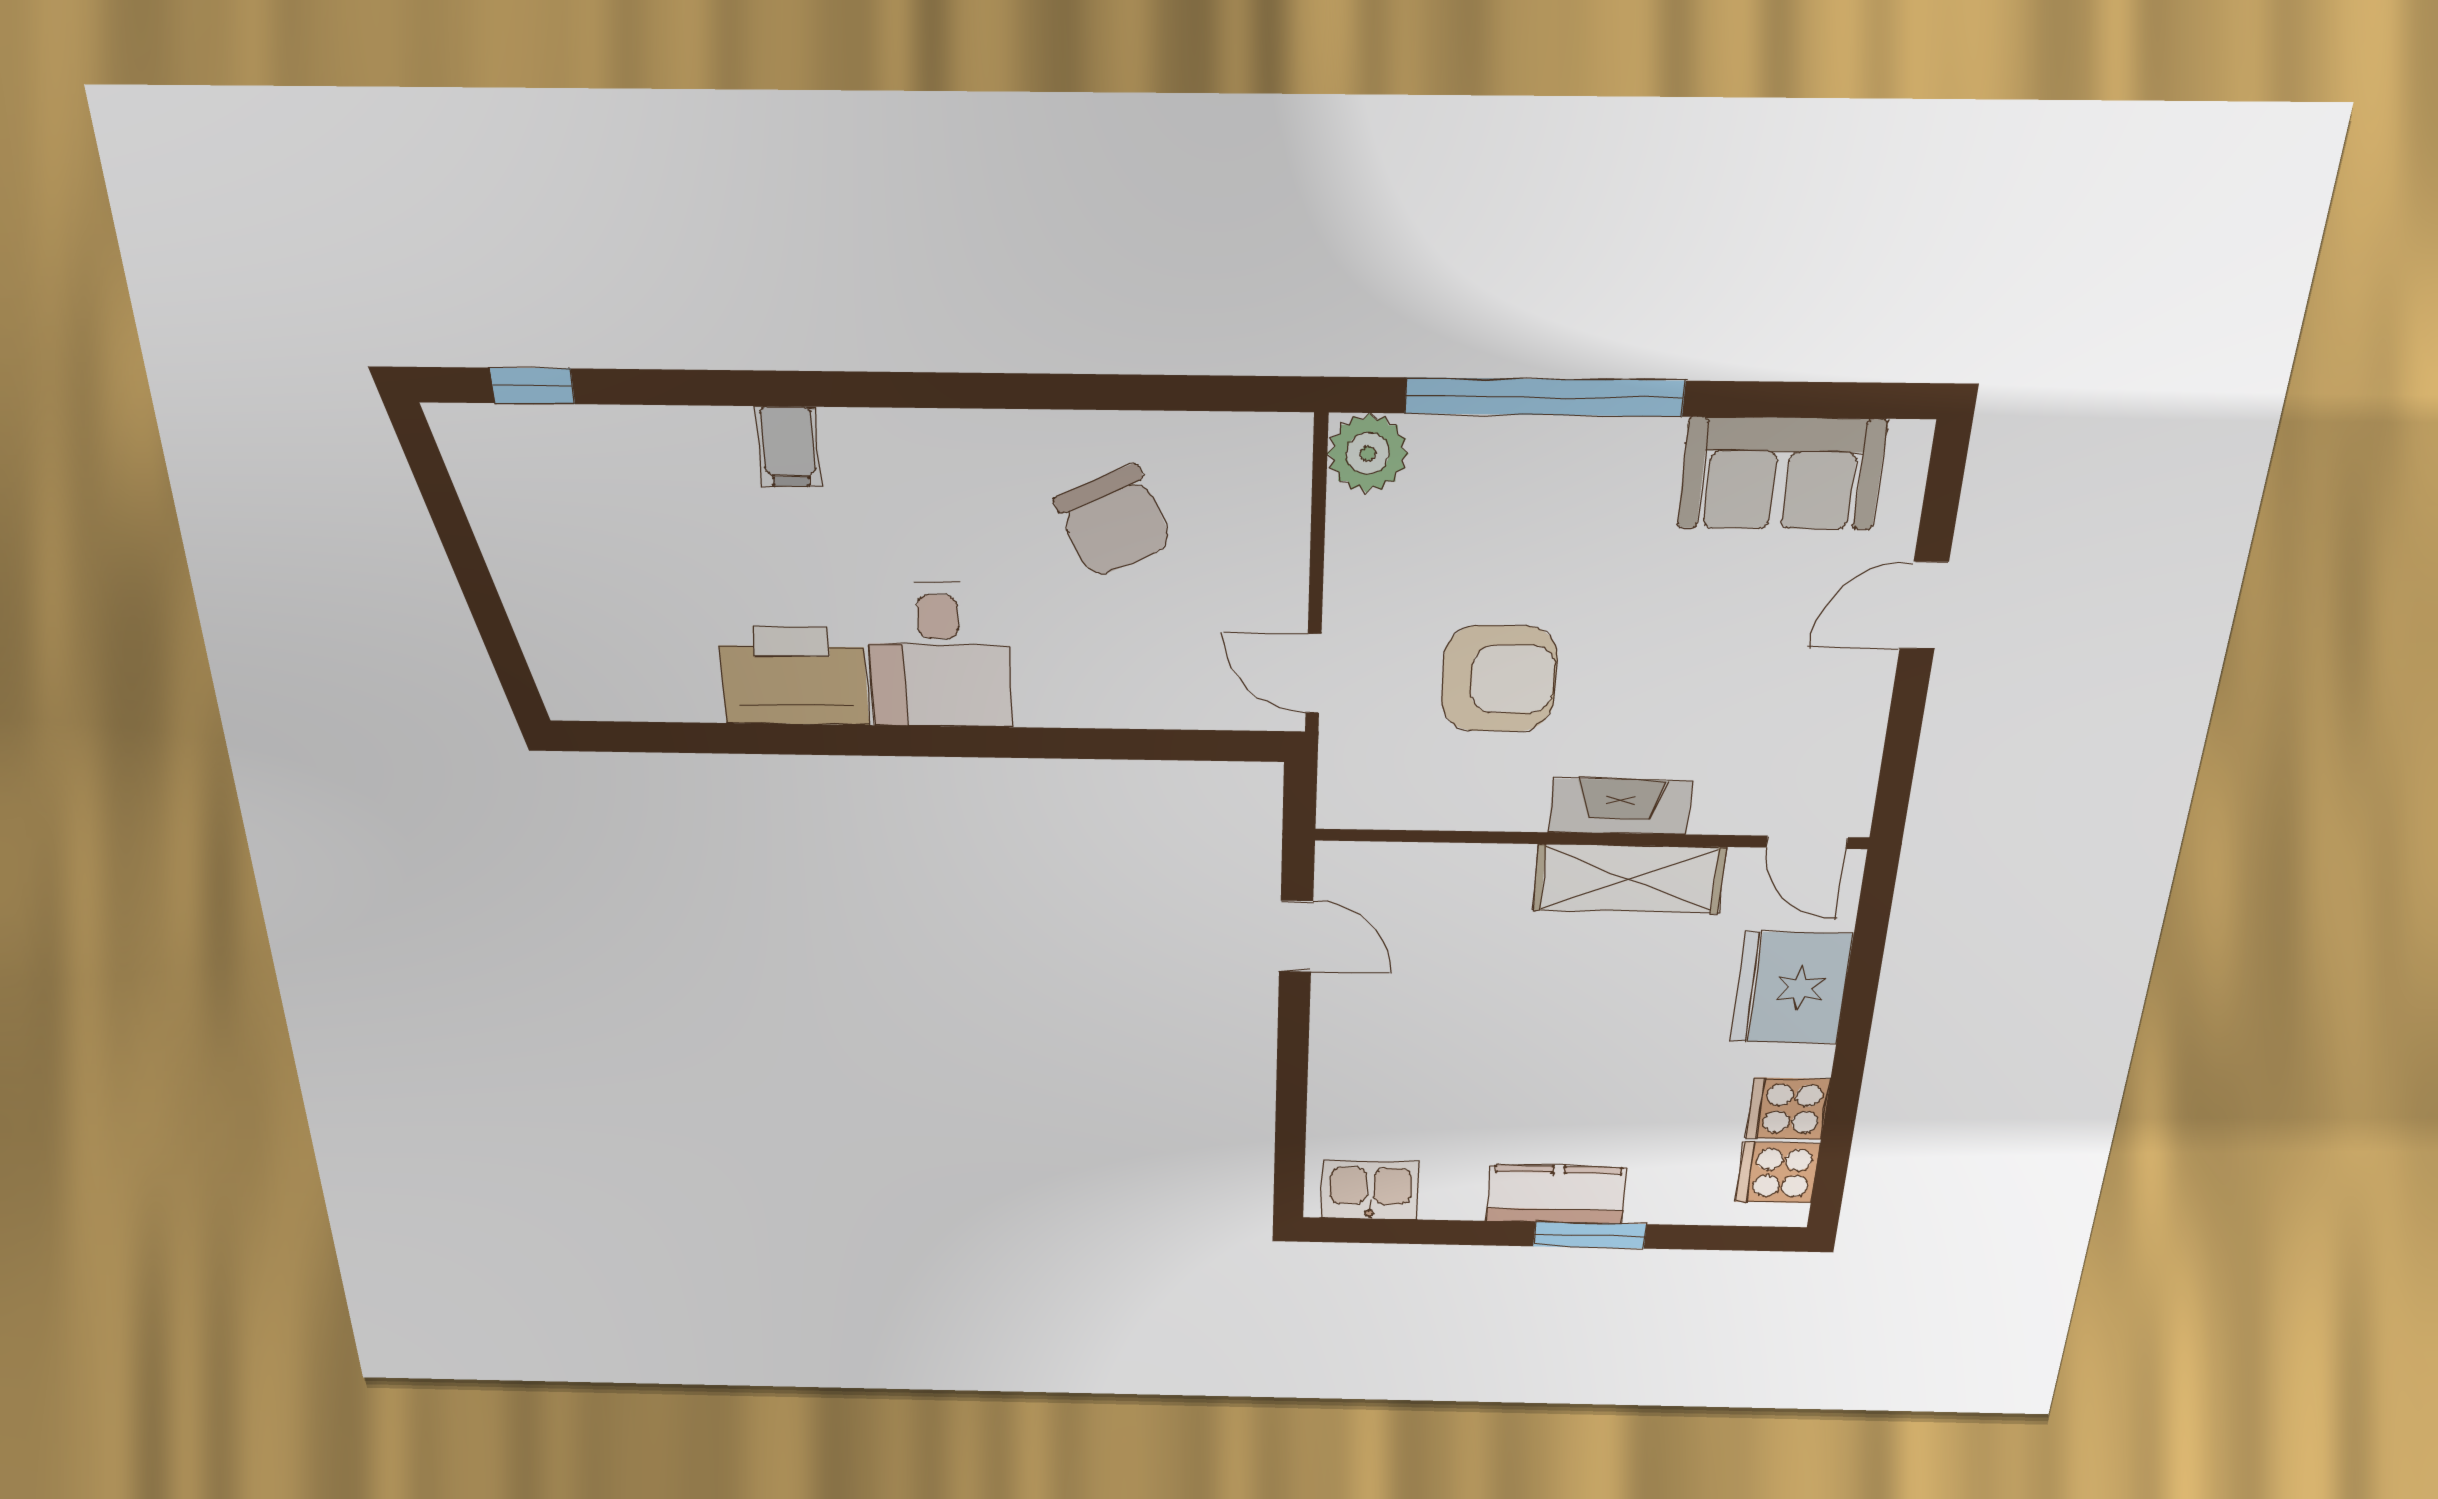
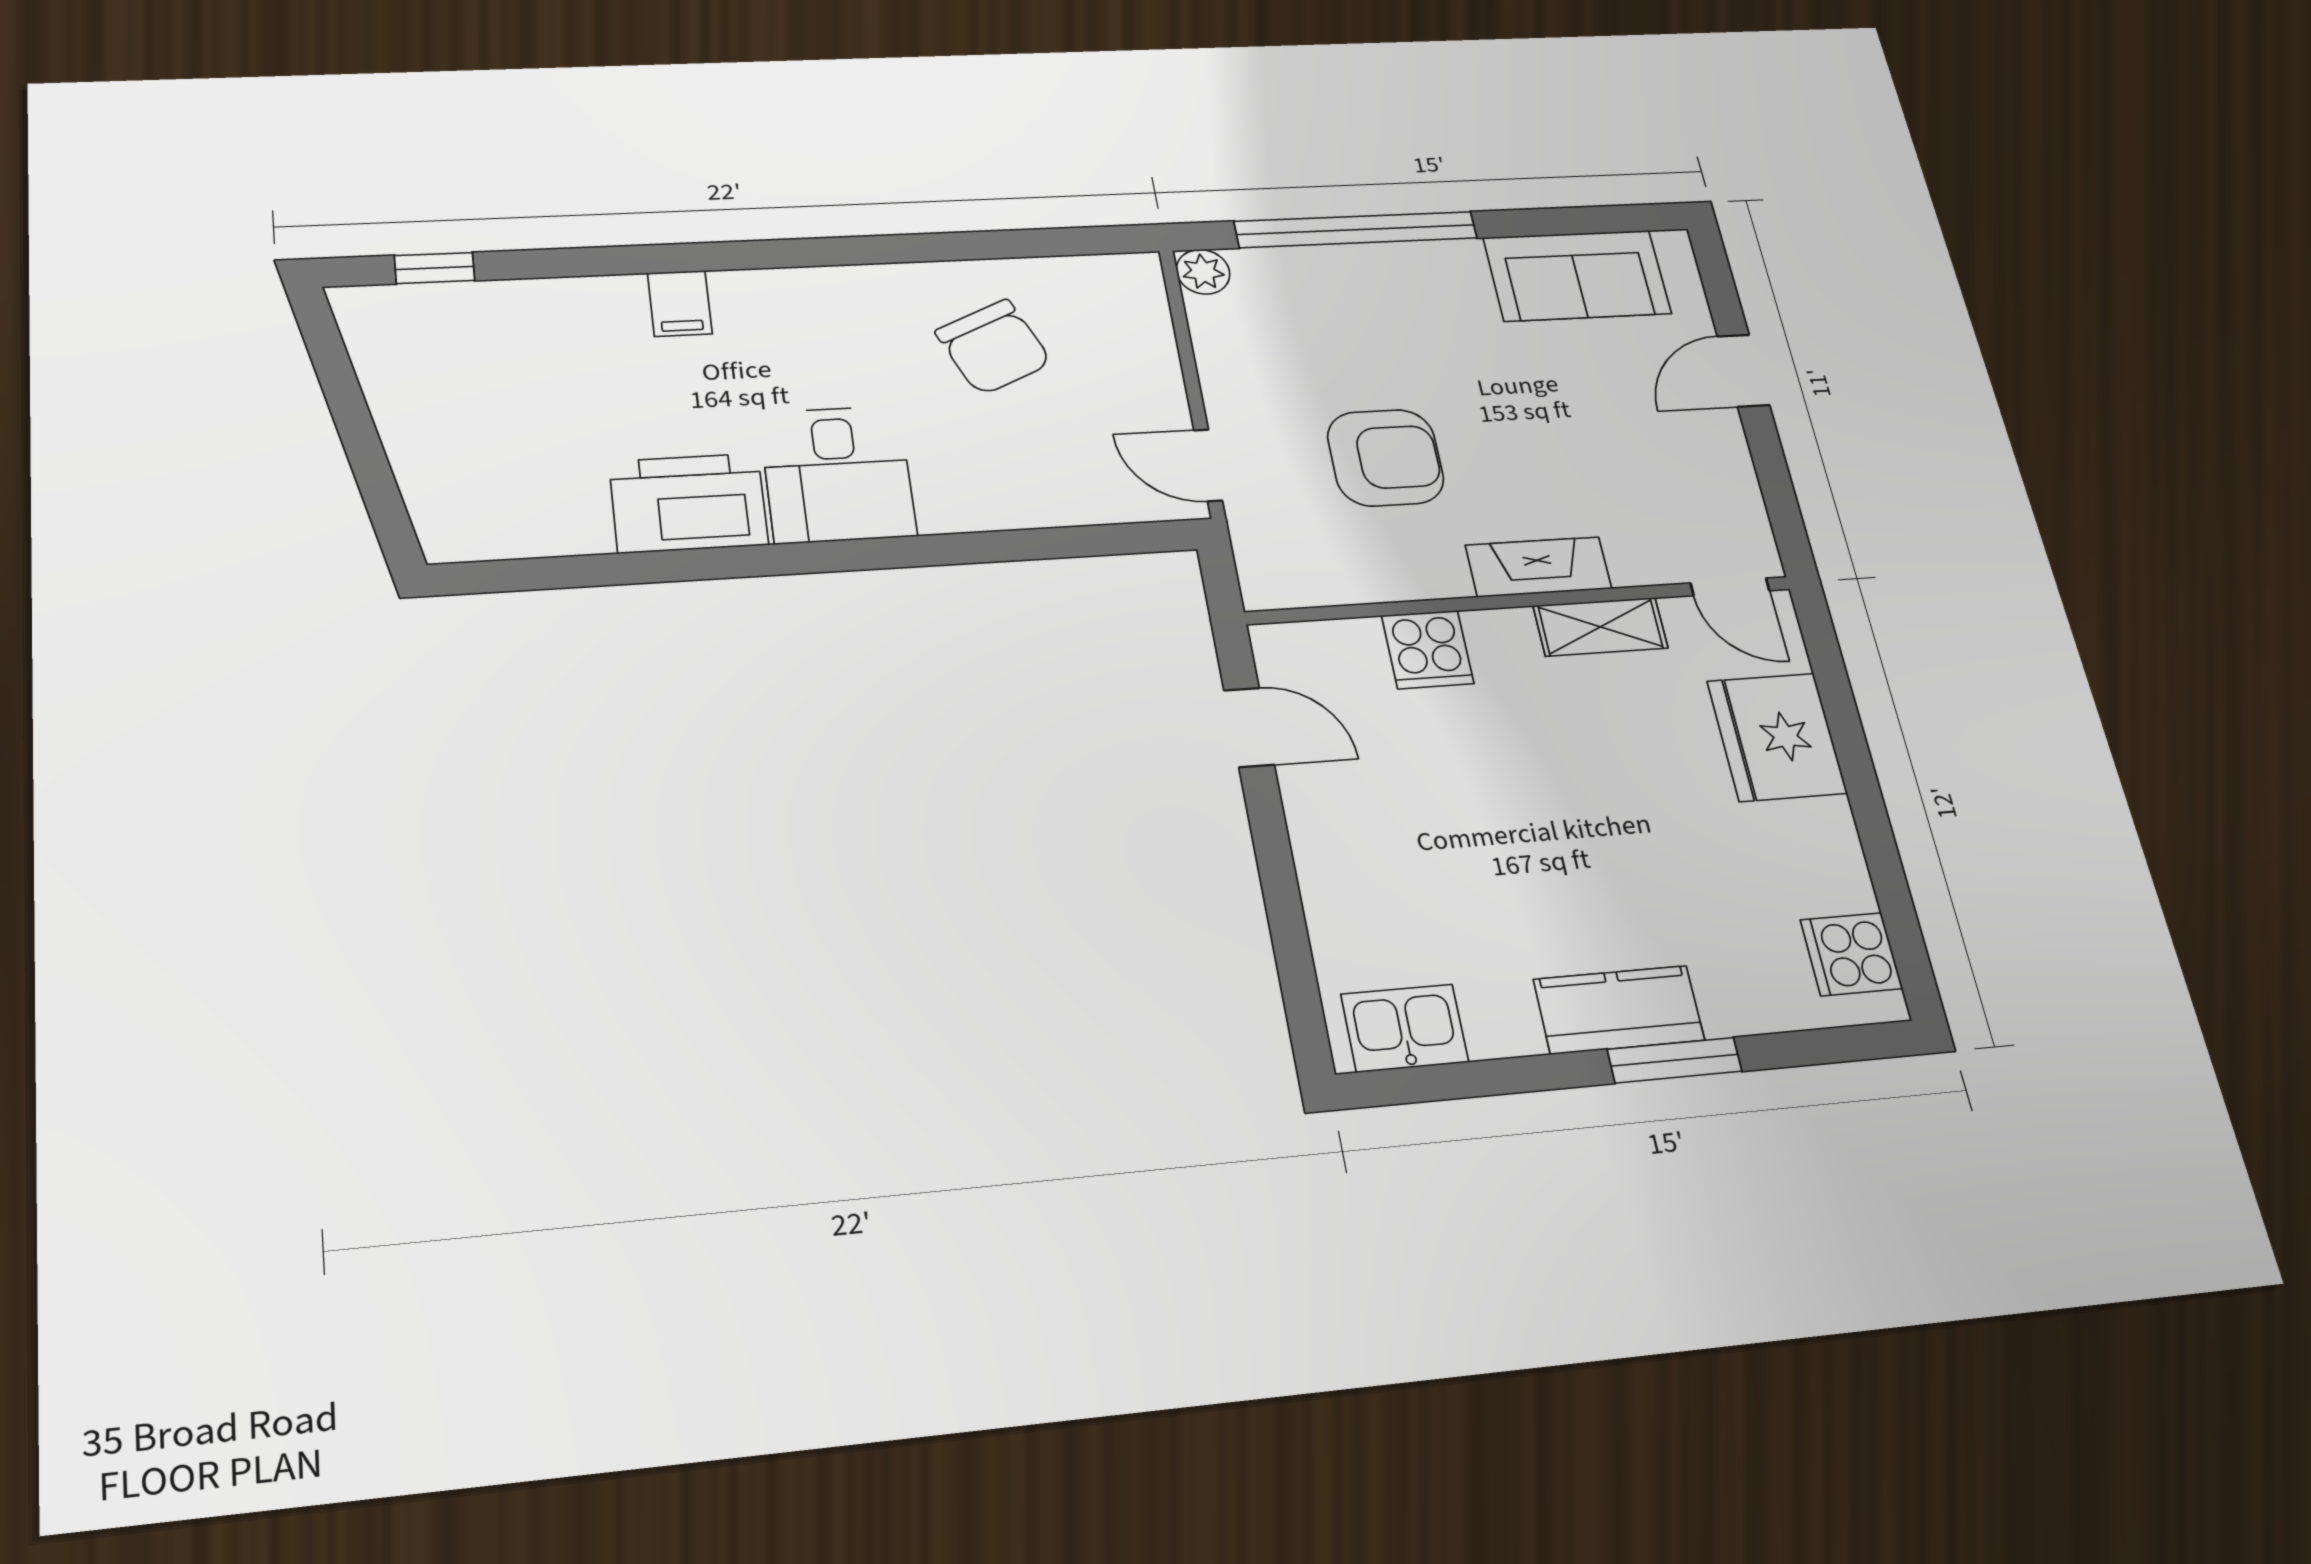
plant: (1368, 453) -> (1203, 272), width x0.73, depth x0.73
shelving: (1629, 879) -> (1601, 627), width x0.67, depth x0.75
cooker: (1788, 1109) -> (1428, 650), moved, turned -90

